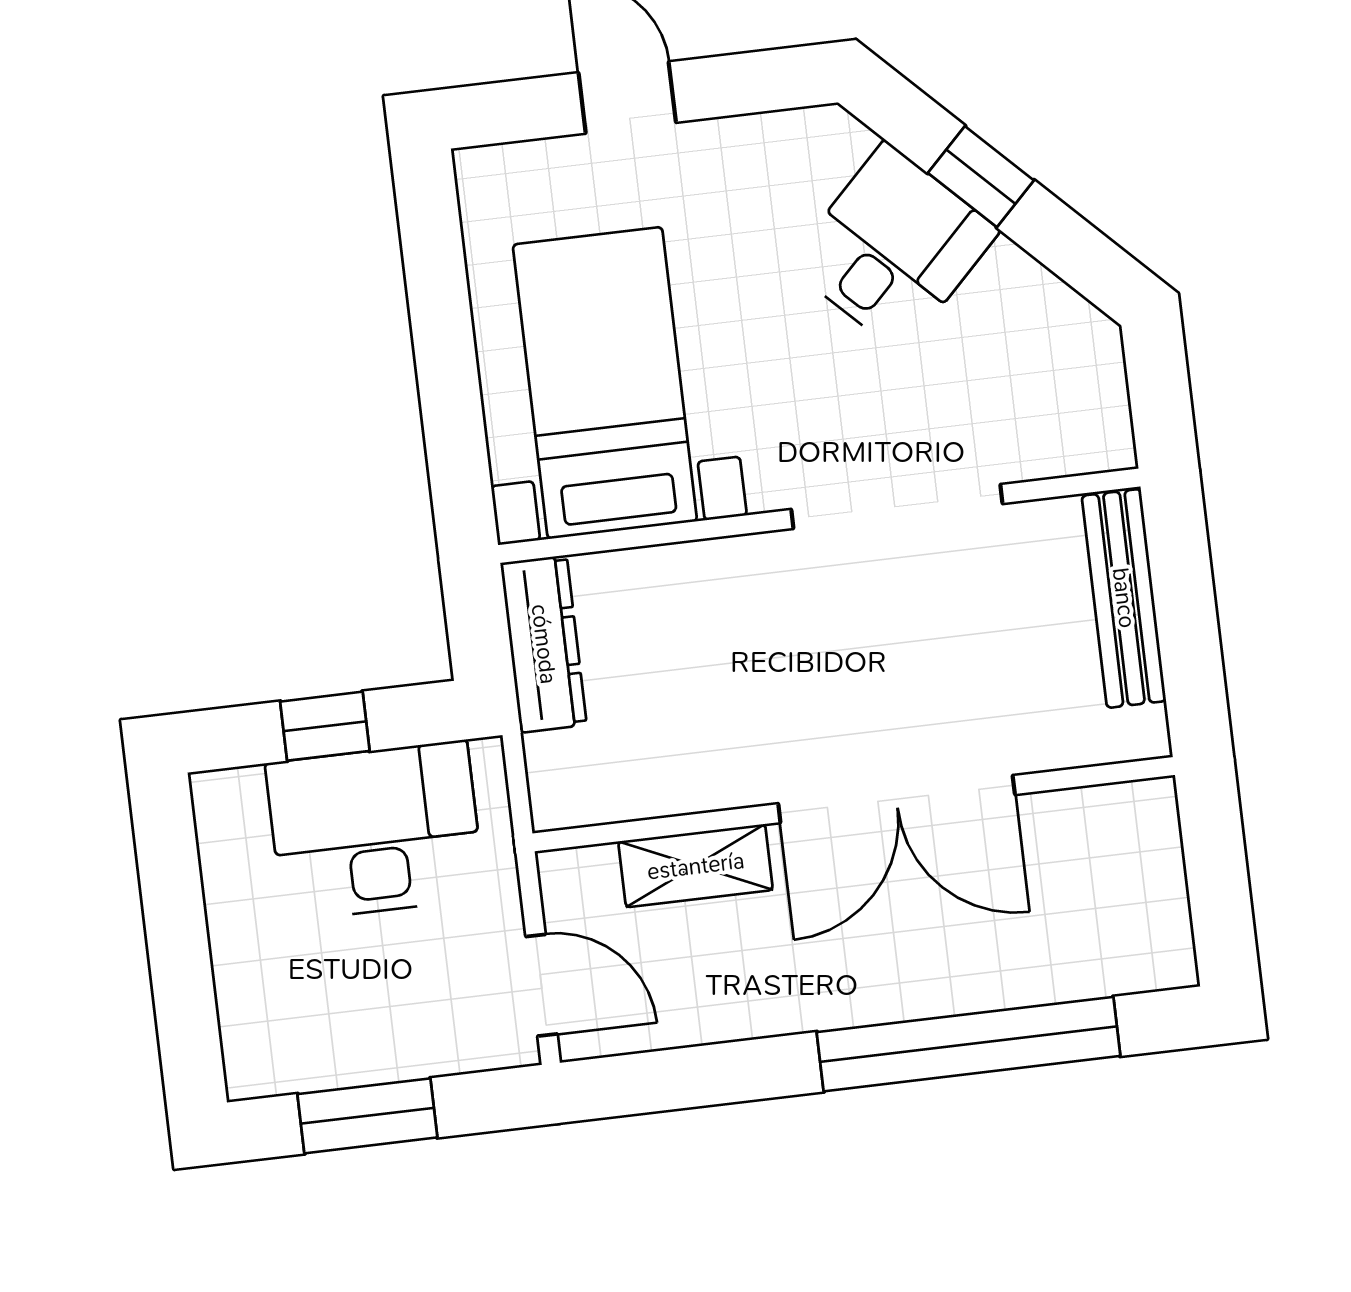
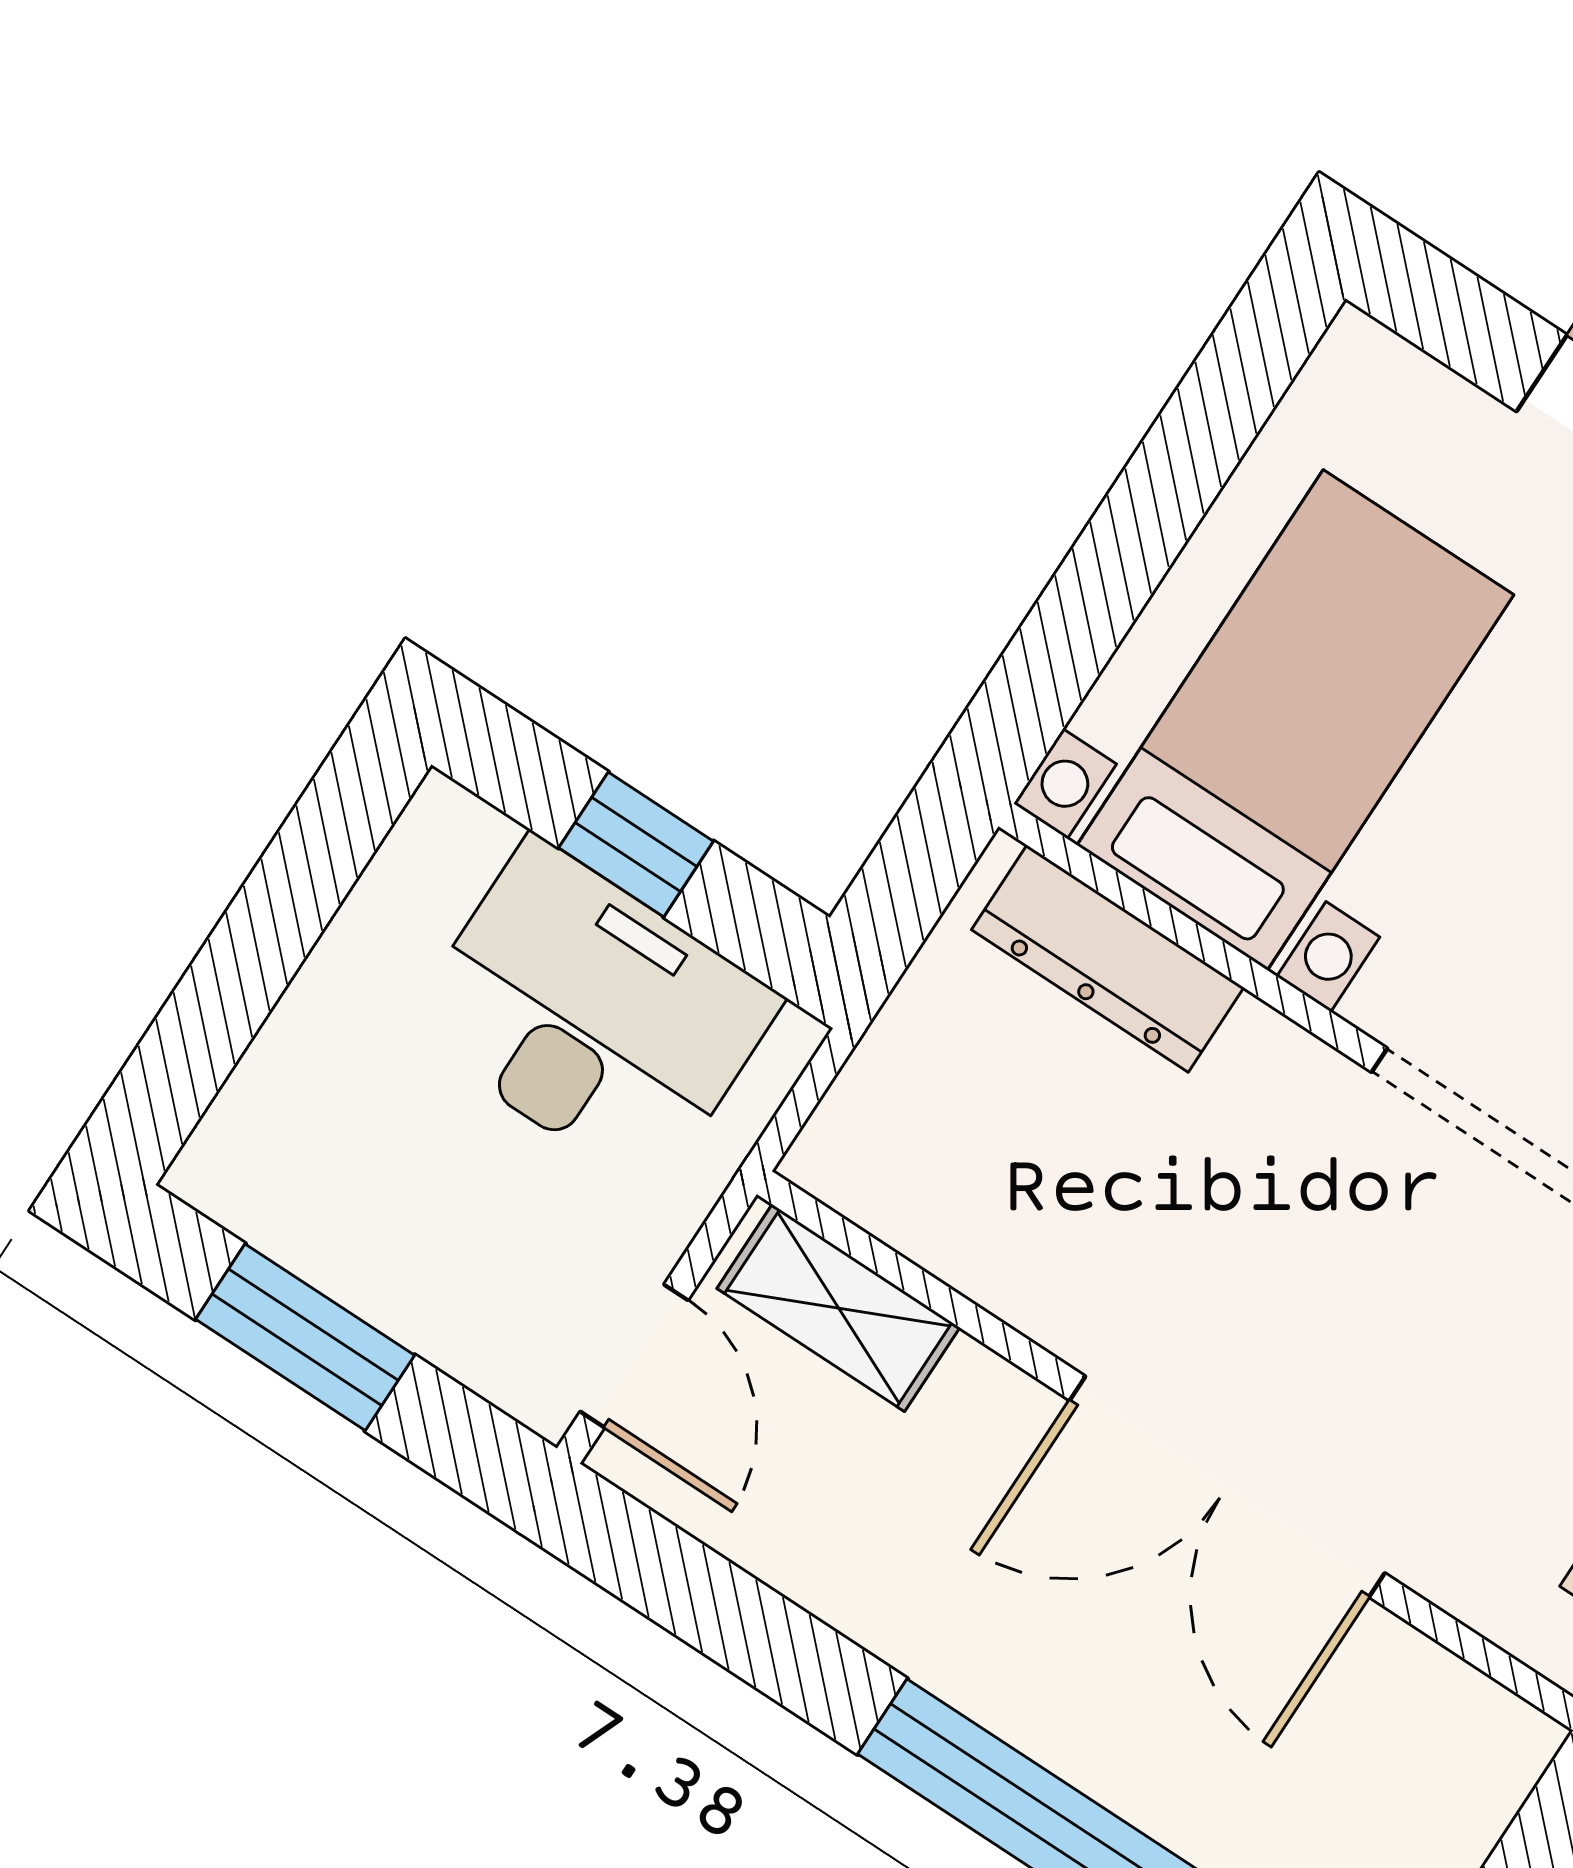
dresser: (544, 644) -> (1108, 959), moved, turned 90
shelving: (696, 866) -> (838, 1308), moved

